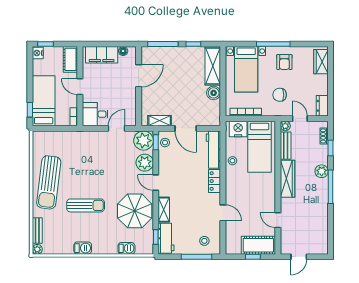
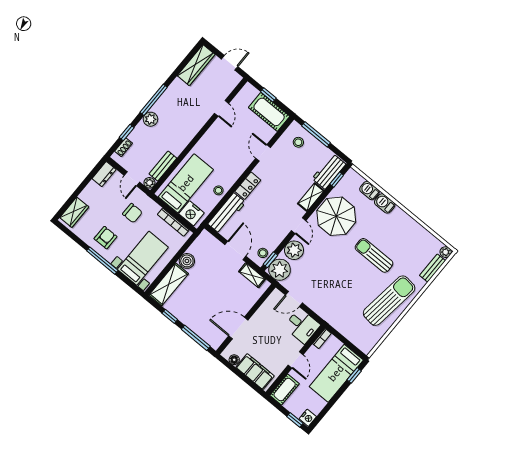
wardrobe: (288, 179) -> (196, 65), moved, turned 180
cot: (258, 245) -> (269, 112), moved
barbecue: (83, 248) -> (385, 203), moved

